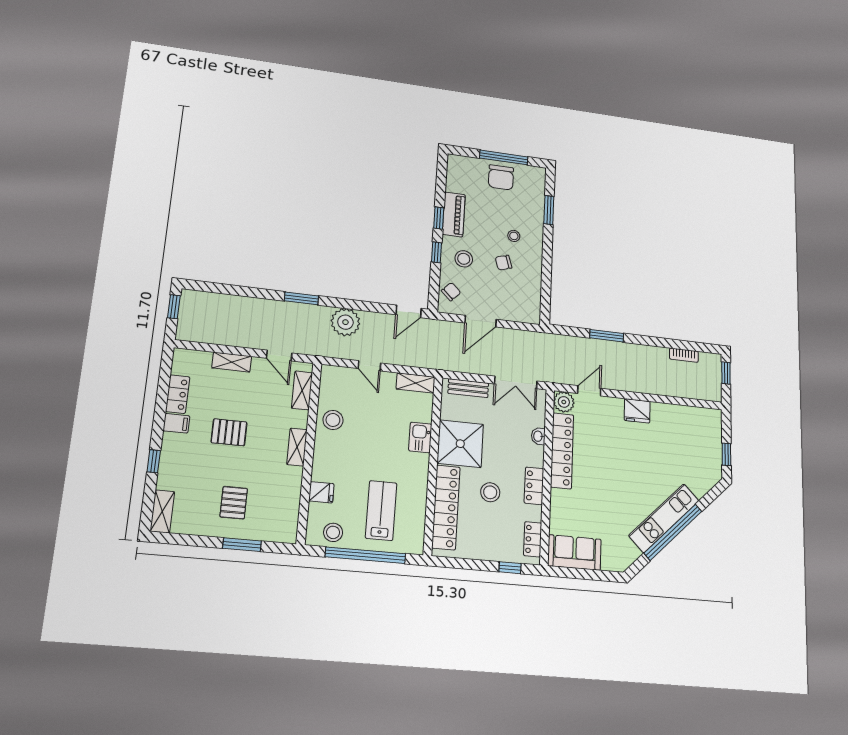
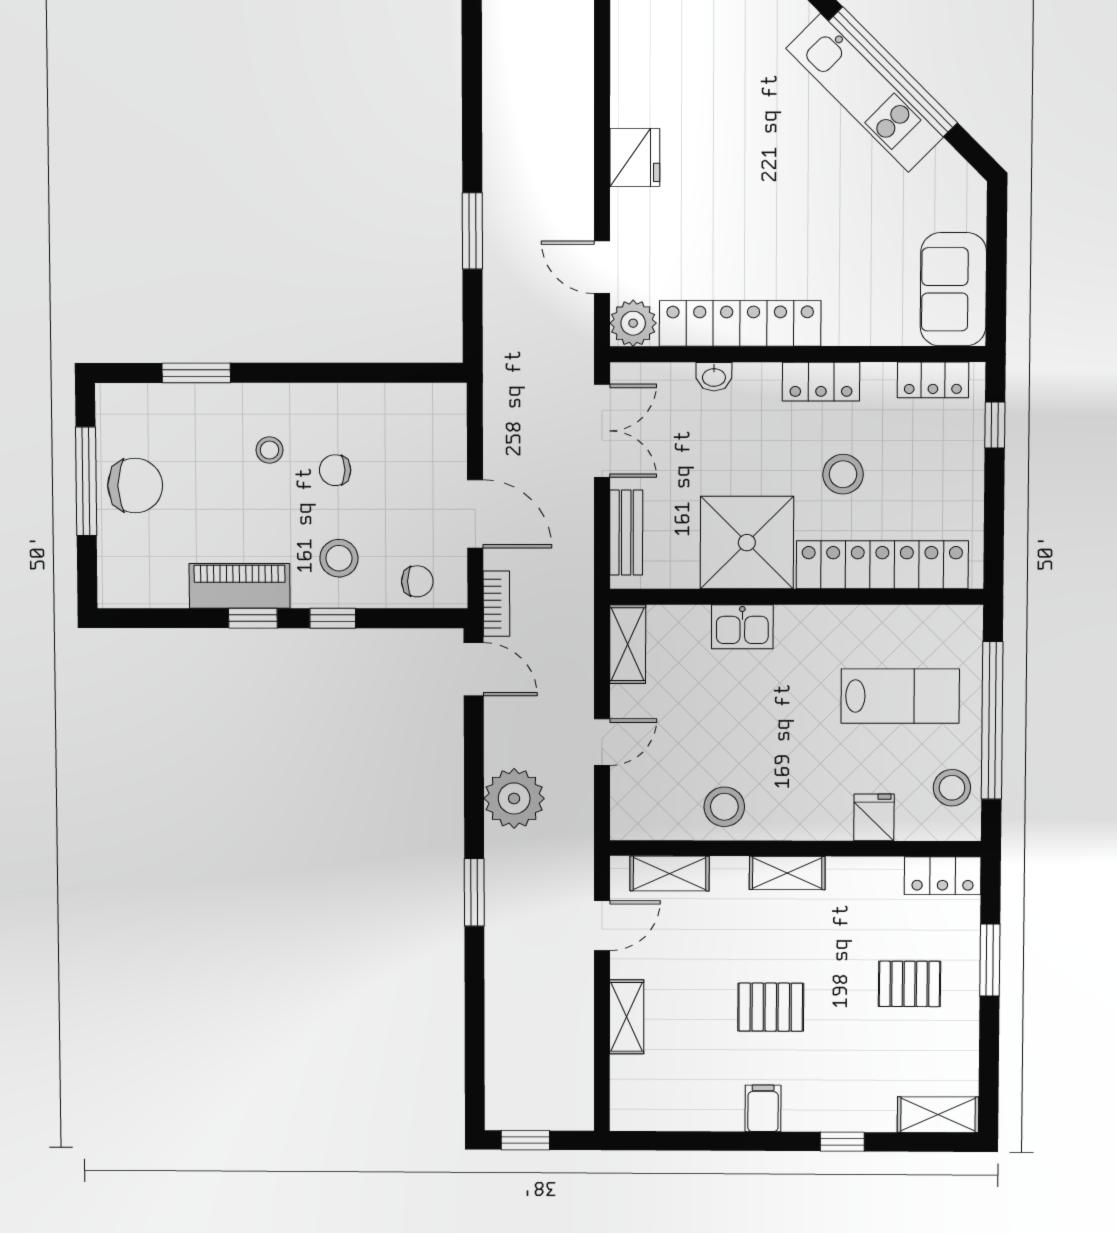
chair: (503, 263) -> (335, 470), turned 107
chair: (451, 292) -> (417, 581), turned 136
bookcase: (684, 355) -> (496, 604), moved
locker: (178, 394) -> (943, 876), moved, turned 180
pallet: (229, 432) -> (771, 1007), turned 90
lab bench: (381, 510) -> (900, 696), turned 180

